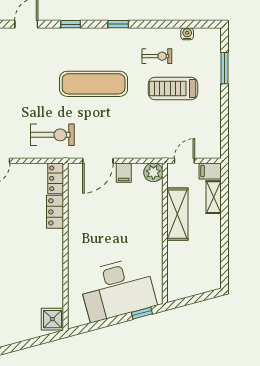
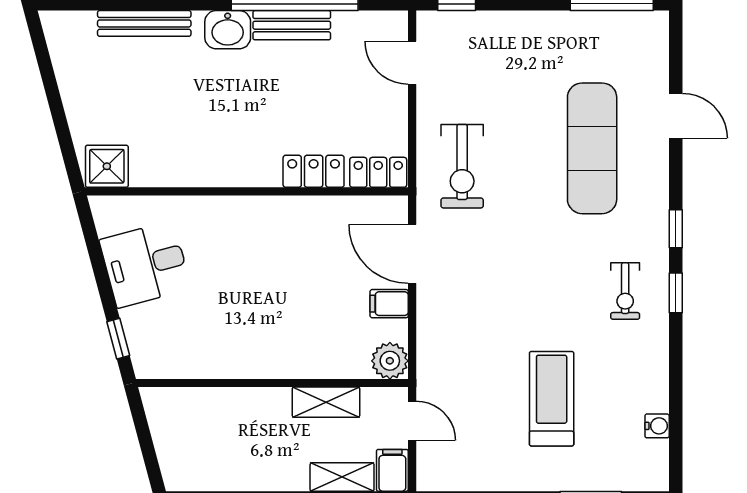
window: (71, 24) -> (676, 229), moved
exercise bike: (157, 56) -> (625, 291), moved
exercise mat: (94, 84) -> (592, 148), moved
shelving: (177, 214) -> (326, 402), width x0.67, depth x0.75
desk: (117, 289) -> (145, 264), width x0.53, depth x0.77

